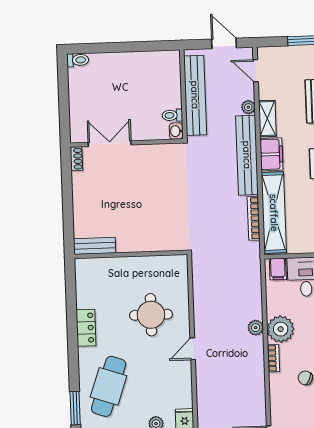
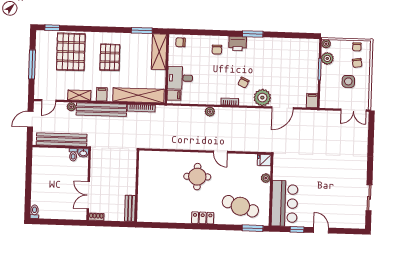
filing cabinet: (271, 154) -> (102, 94), width x0.50
bench: (95, 246) -> (130, 208), moved
wall: (131, 254) -> (137, 186), moved
plant: (281, 329) -> (262, 98), moved

